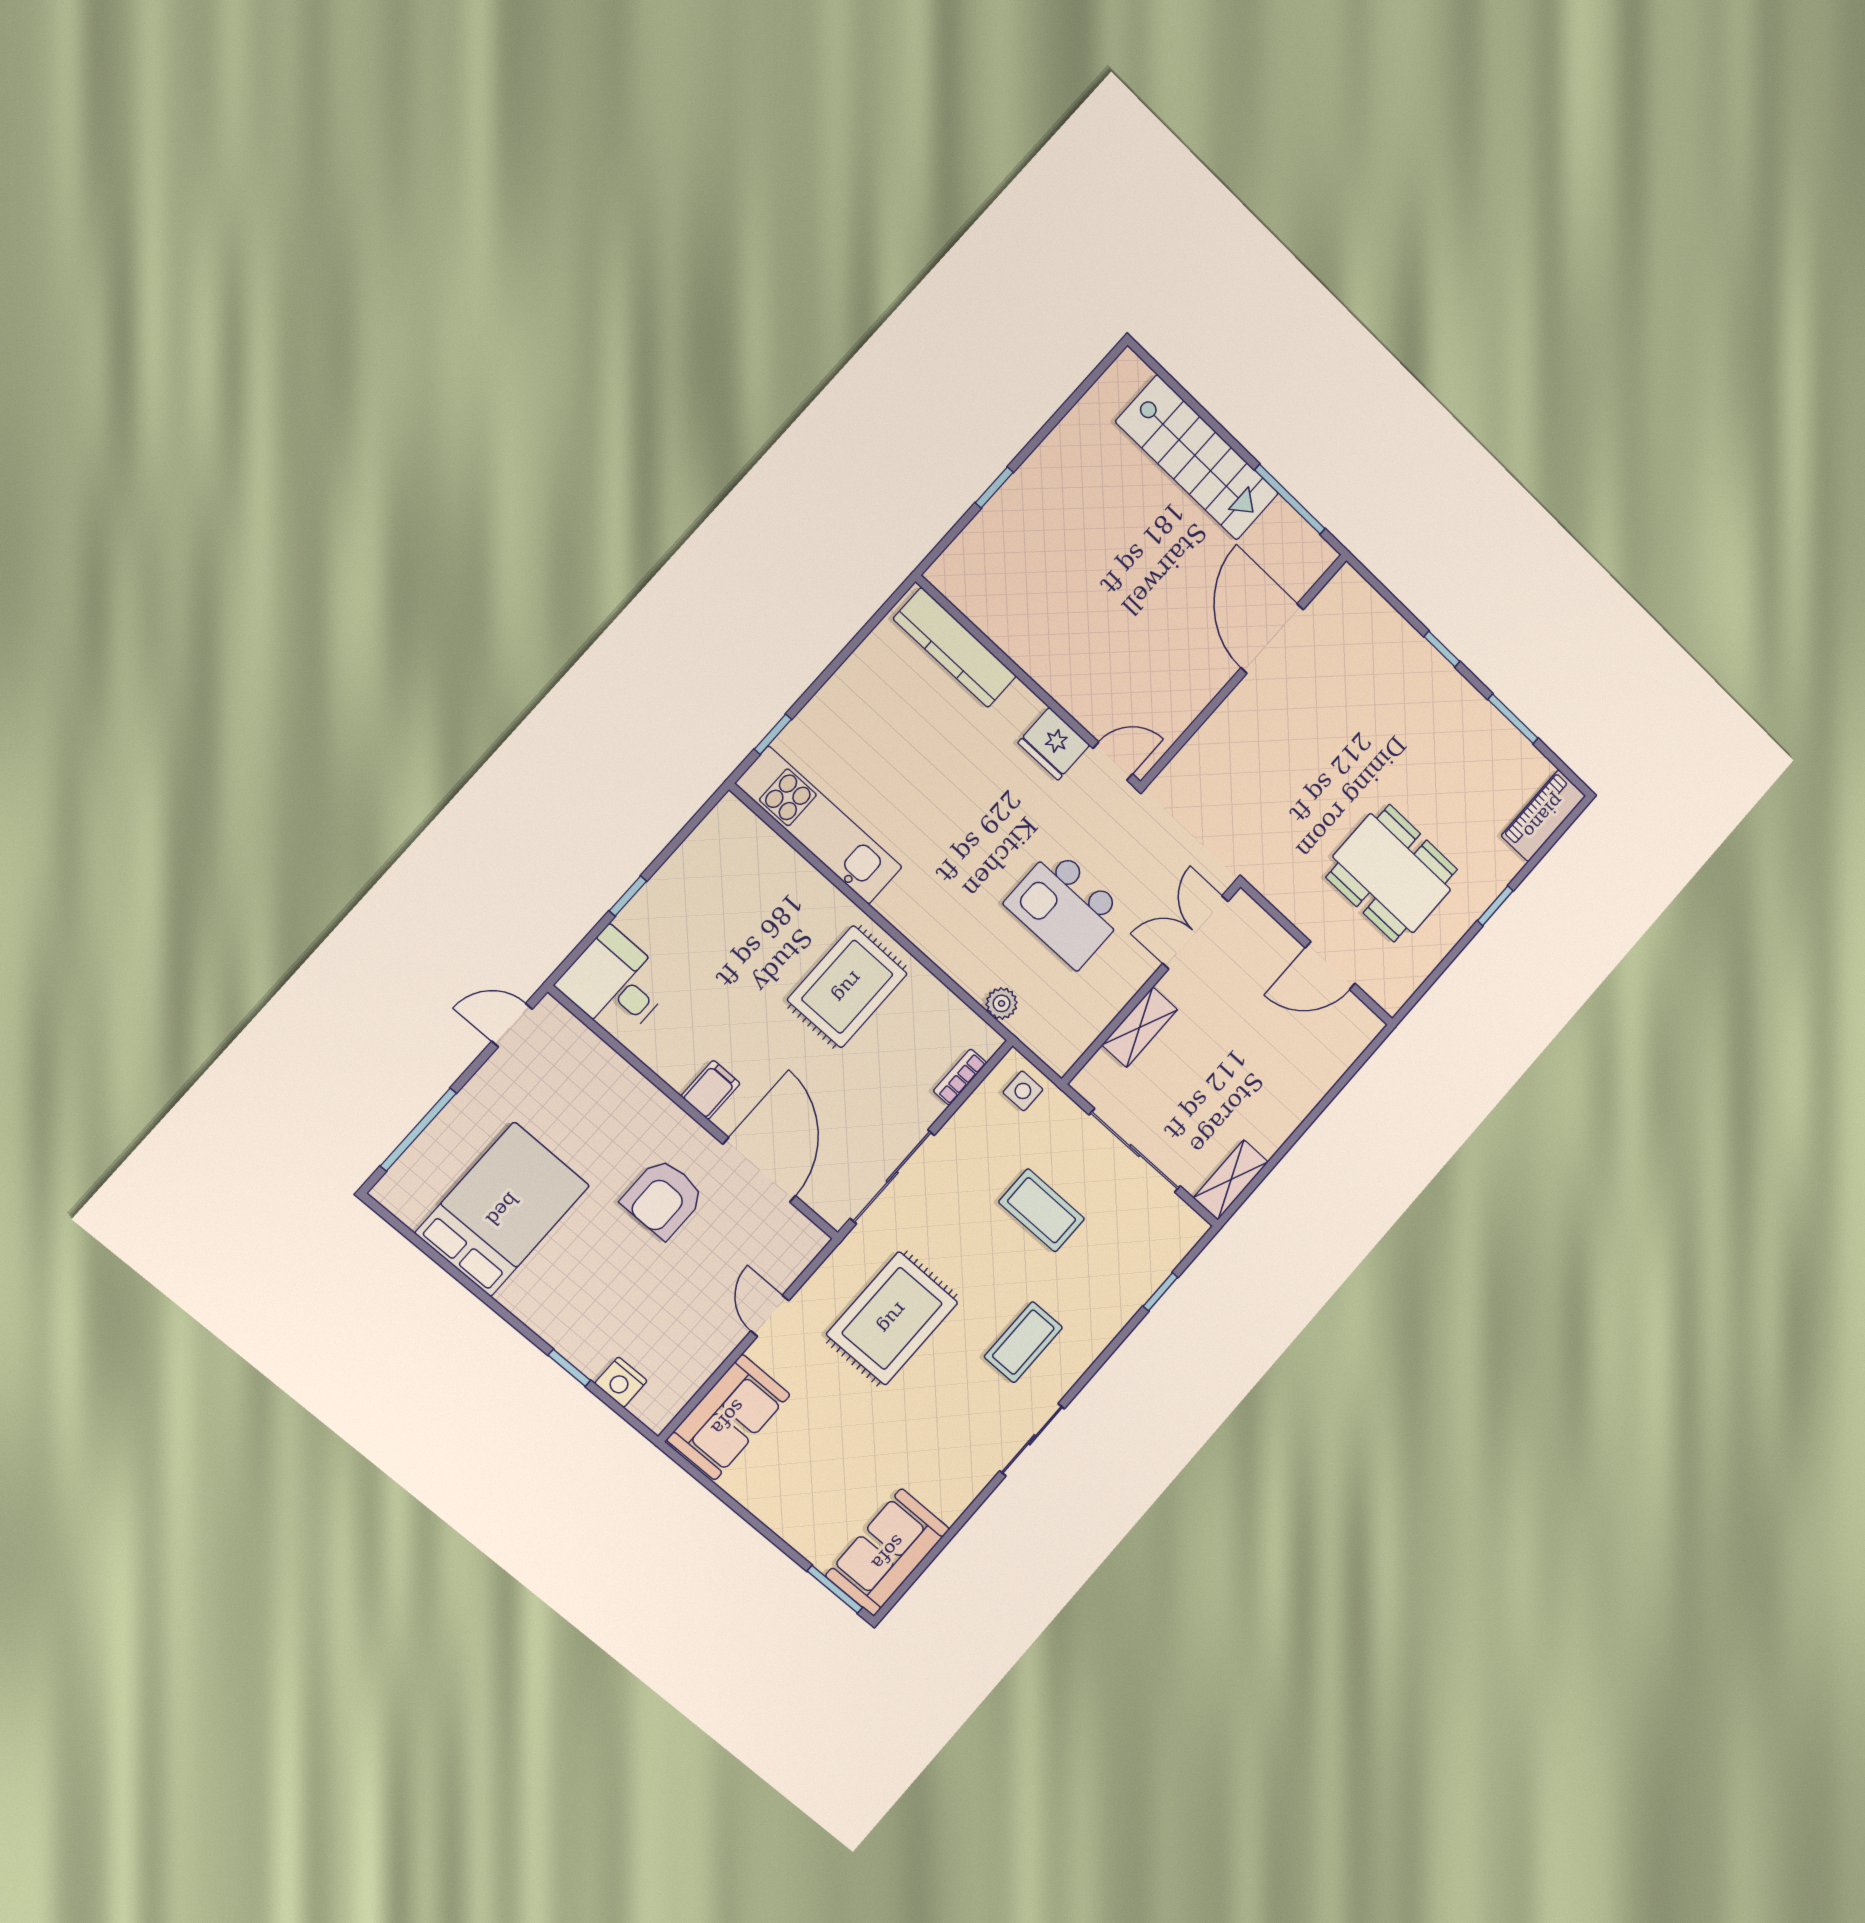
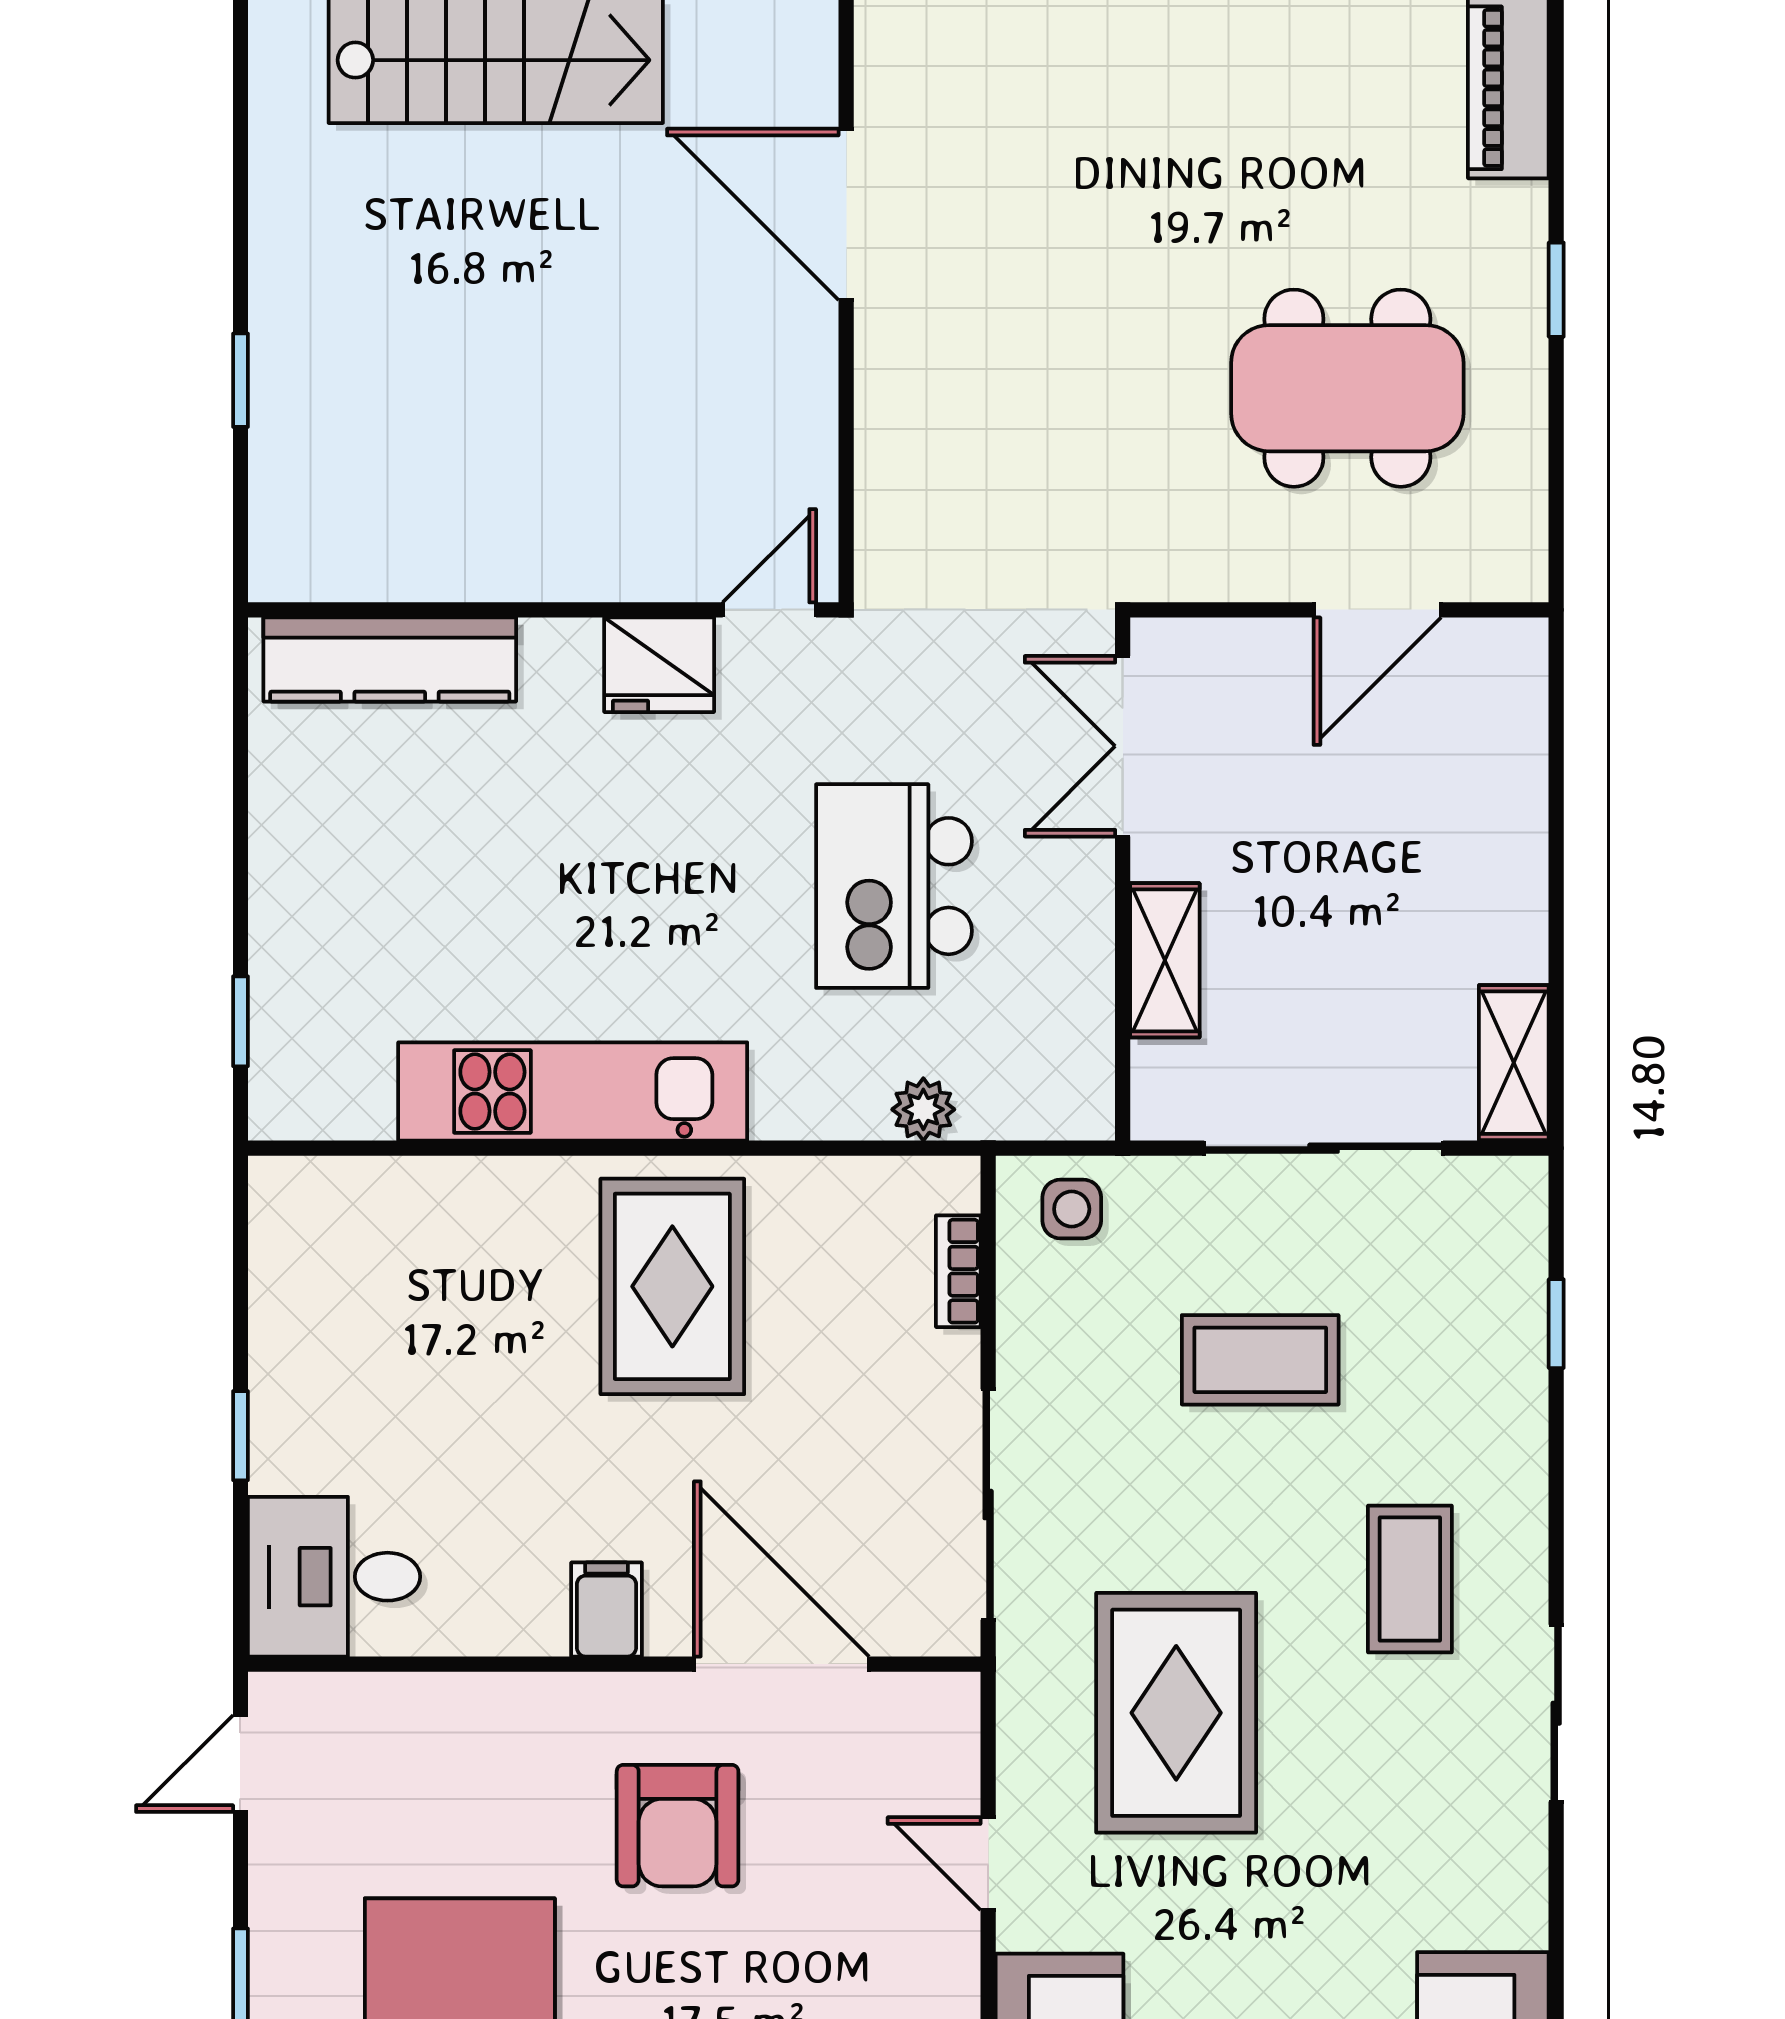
kitchen unit: (819, 825) -> (573, 1092), moved
kitchen island: (1066, 908) -> (894, 886), turned 90

